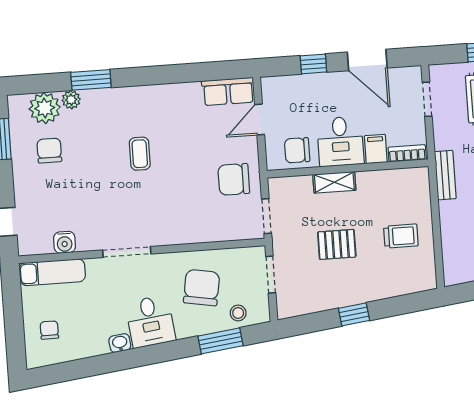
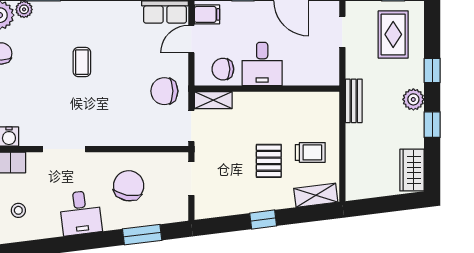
filing cabinet: (376, 149) -> (207, 14), moved, turned 90
bookcase: (407, 153) -> (321, 79), removed
shelving: (334, 182) -> (213, 100), moved
pallet: (337, 244) -> (269, 161), moved, turned 90
shelving: (411, 283) -> (316, 195), added
stool: (238, 313) -> (18, 210), moved
washbasin: (120, 343) -> (52, 230), removed

